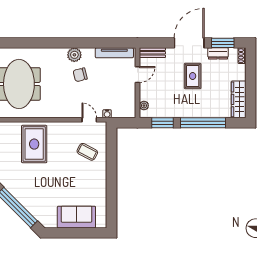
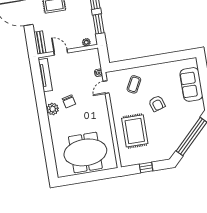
rug: (34, 144) -> (135, 131), turned 90
armchair: (61, 174) -> (157, 103), added

